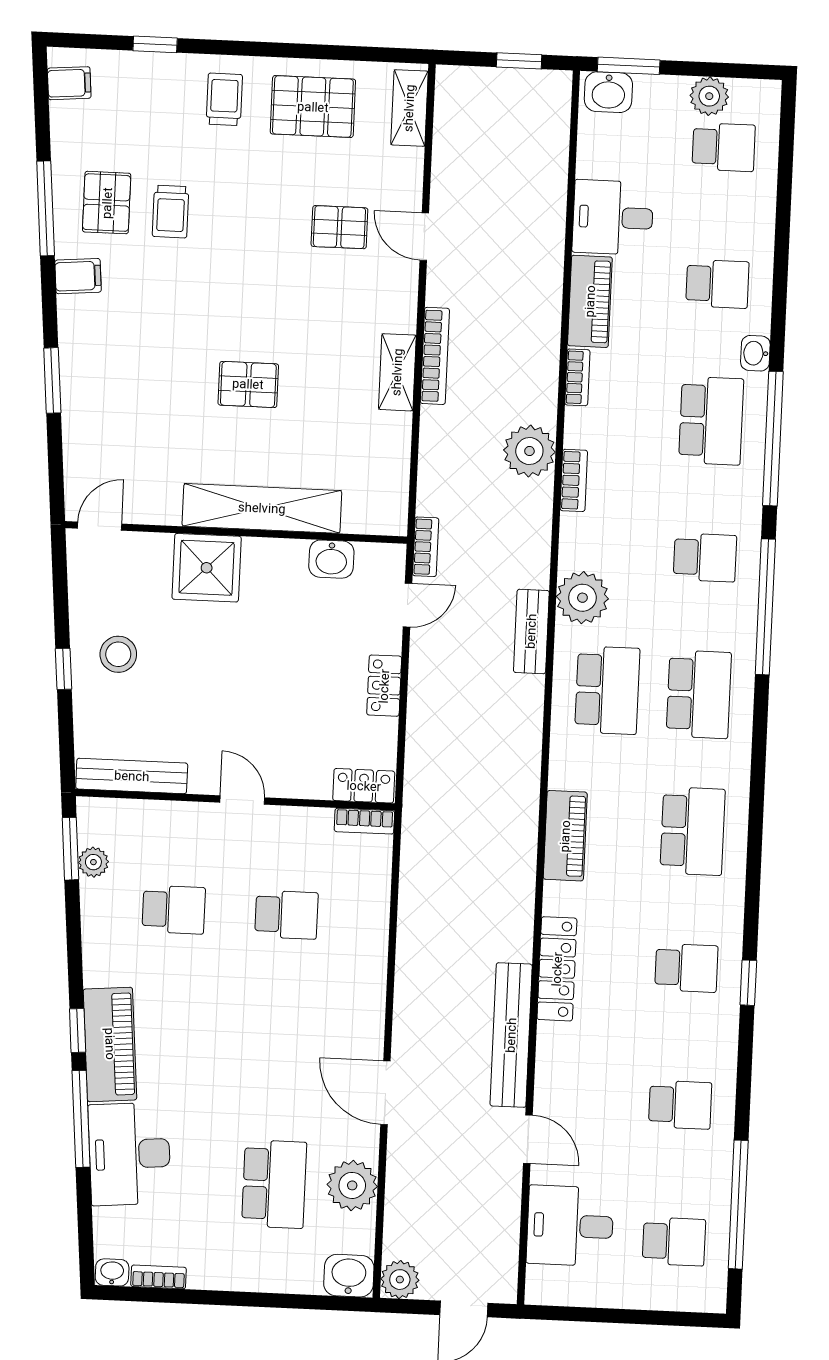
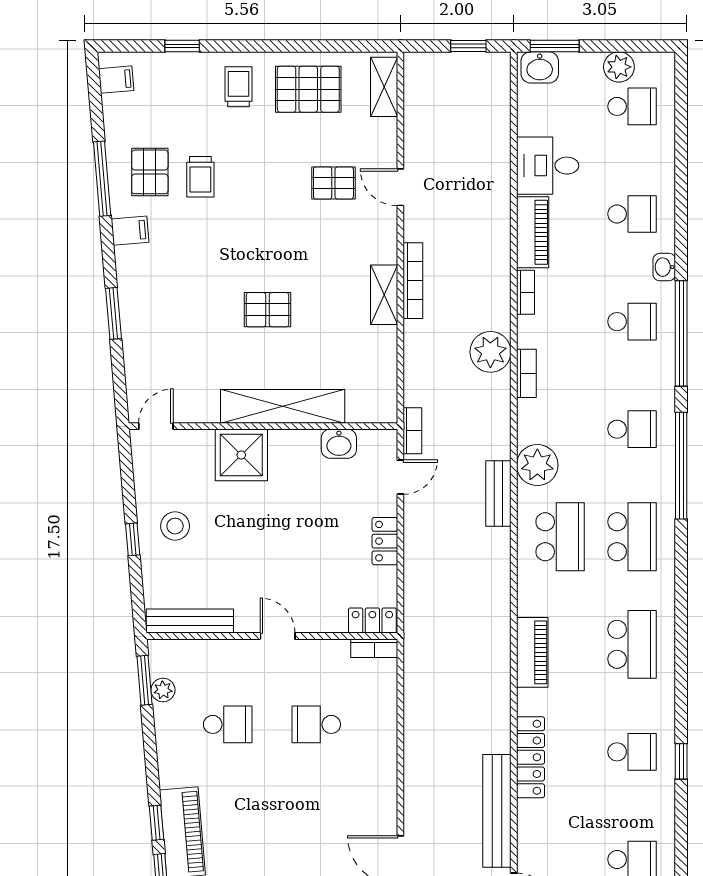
school desk: (711, 421) -> (632, 322), width x0.54
school desk: (286, 915) -> (316, 724), turned 180

